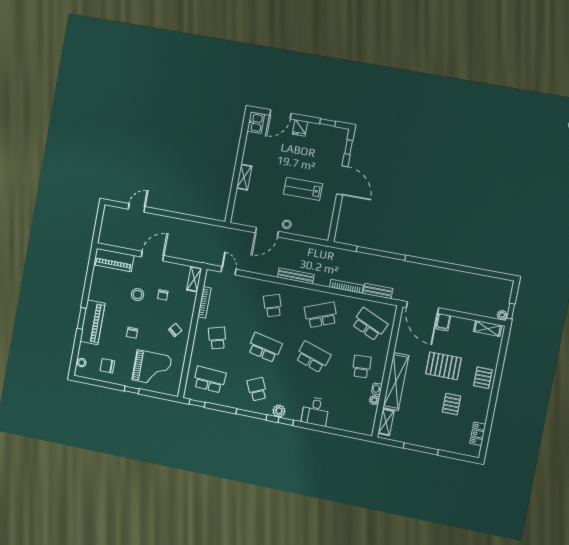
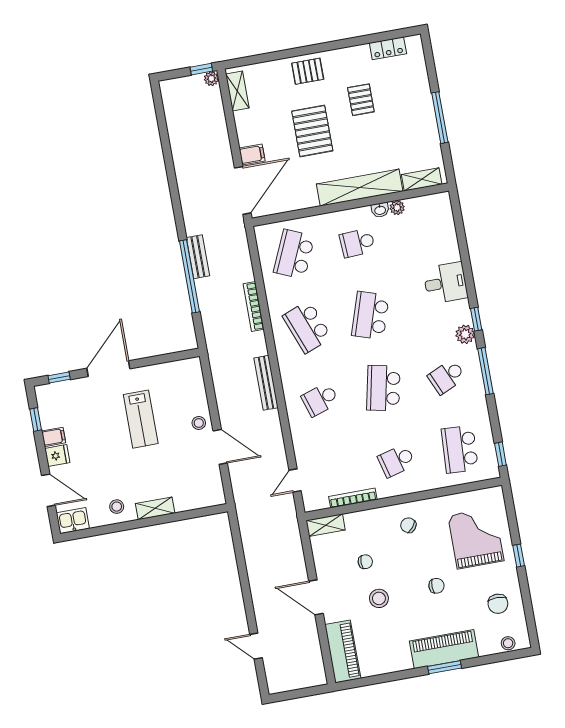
filing cabinet: (313, 130) -> (54, 437), added
stool: (254, 153) -> (117, 507), added
bench: (378, 291) -> (198, 257), moved
pallet: (451, 404) -> (361, 100), turned 90

